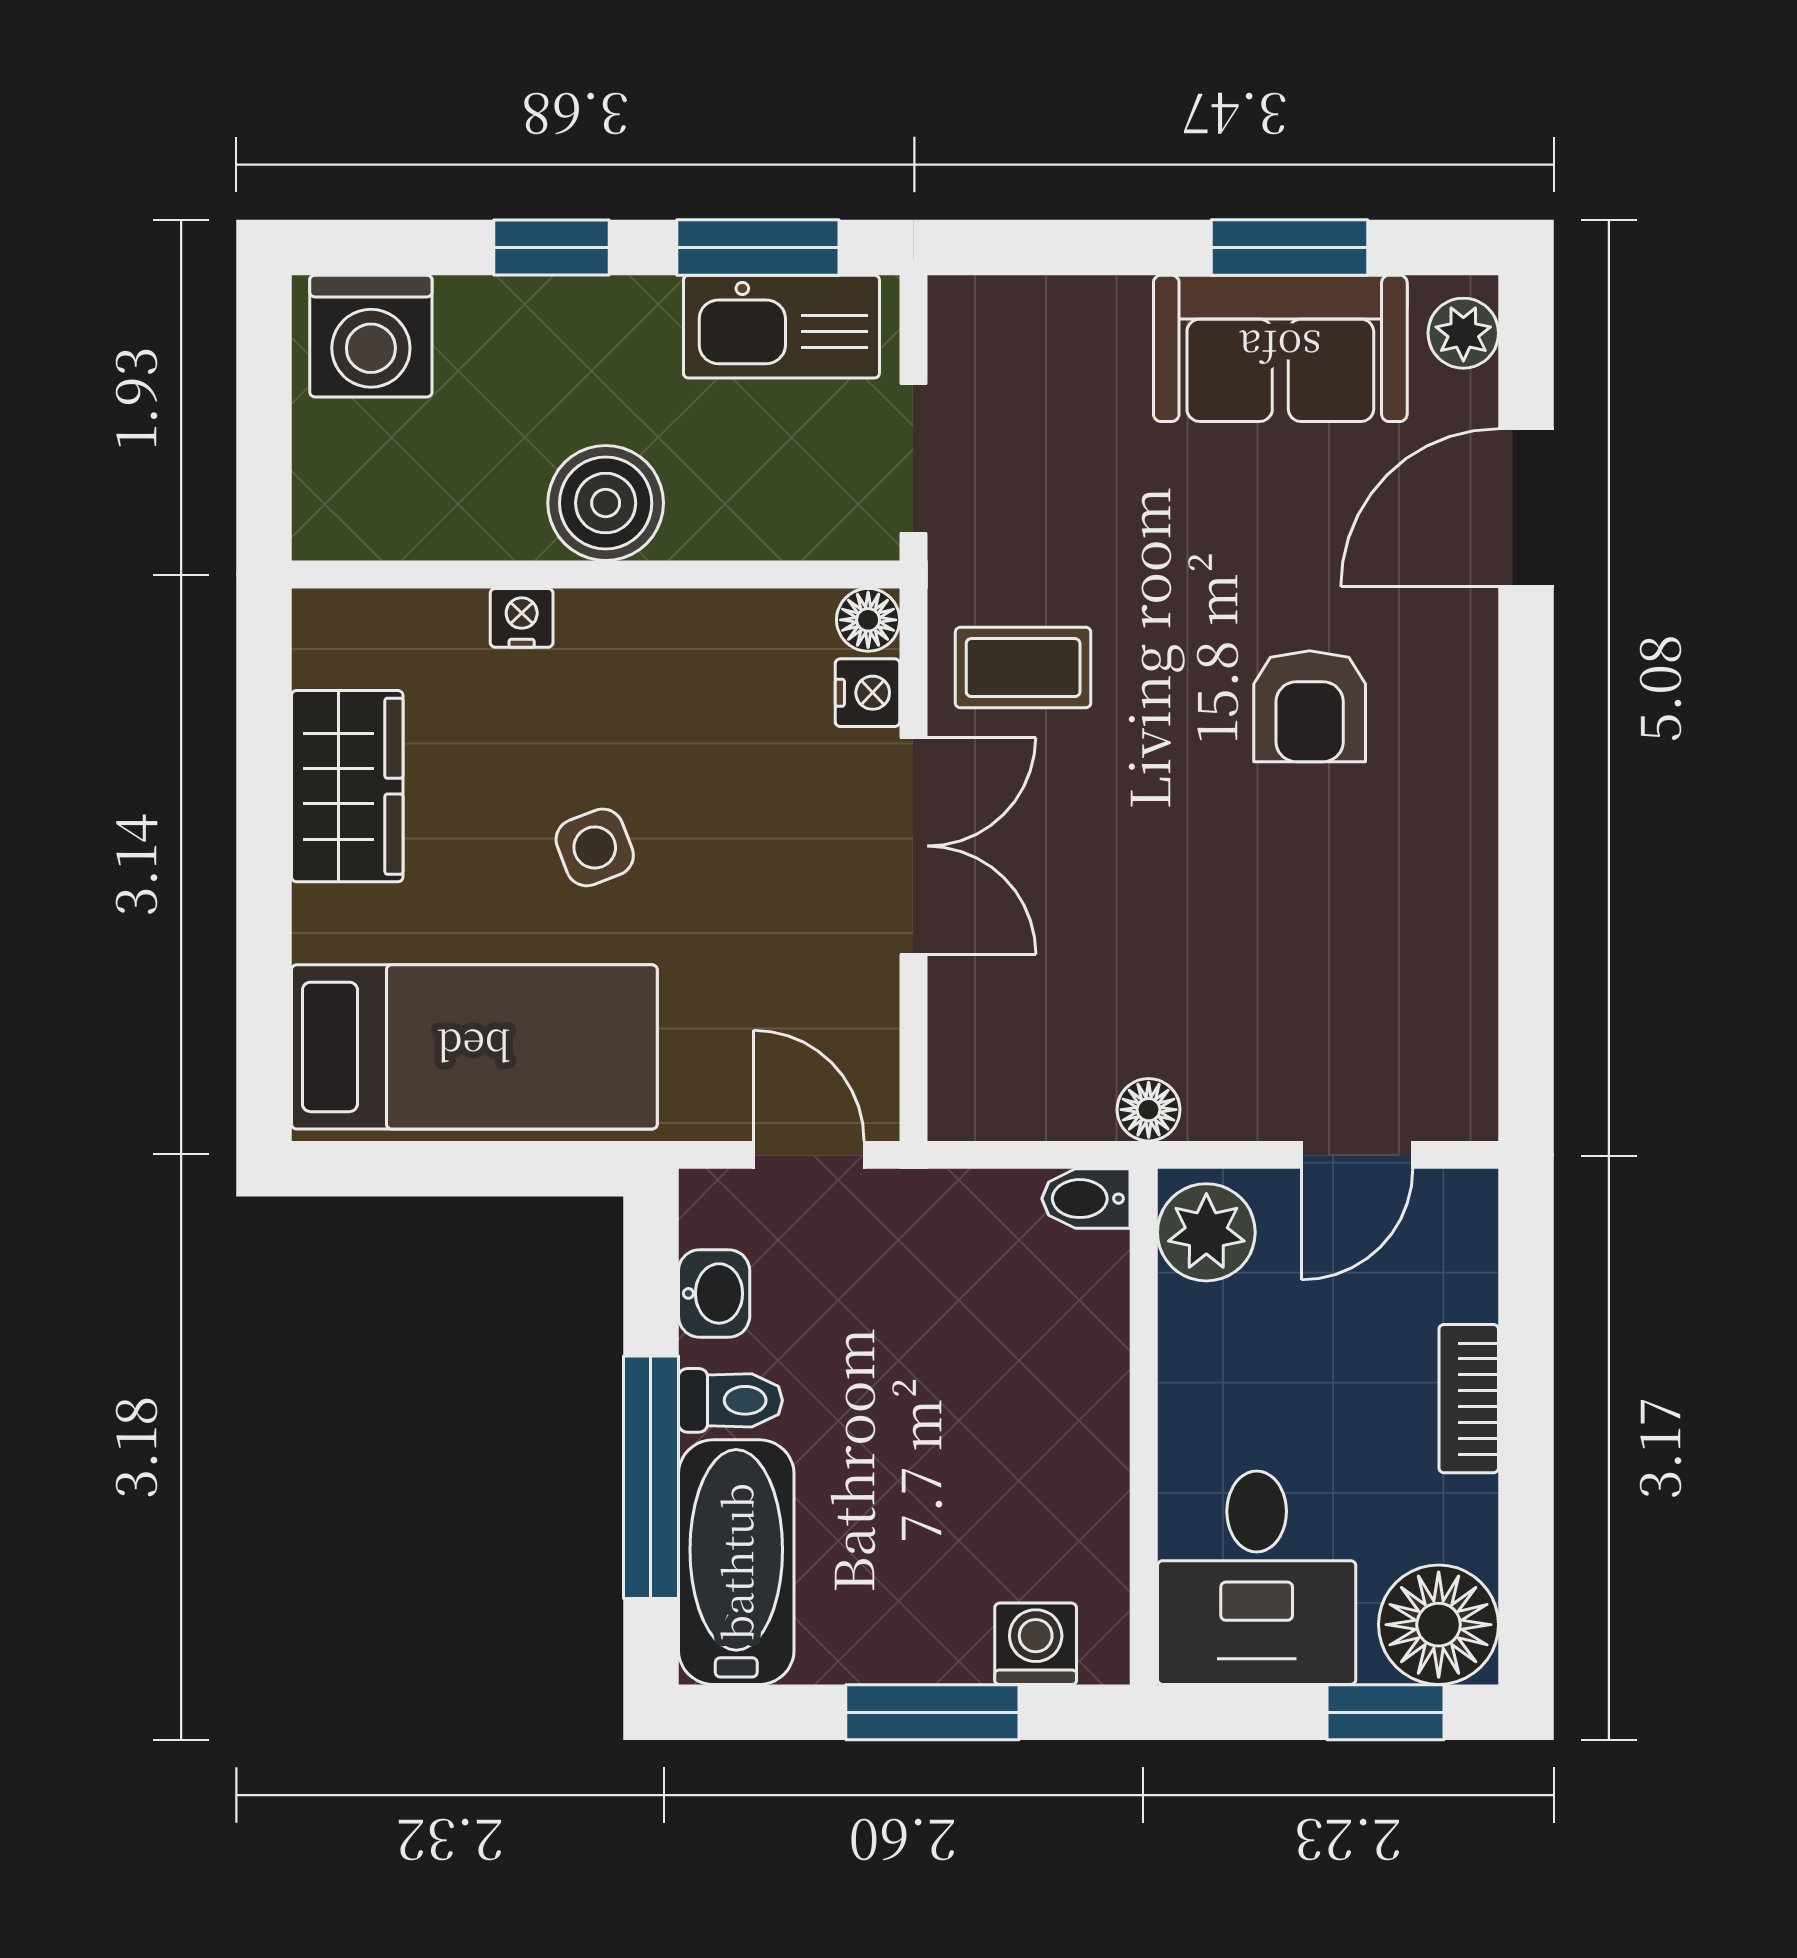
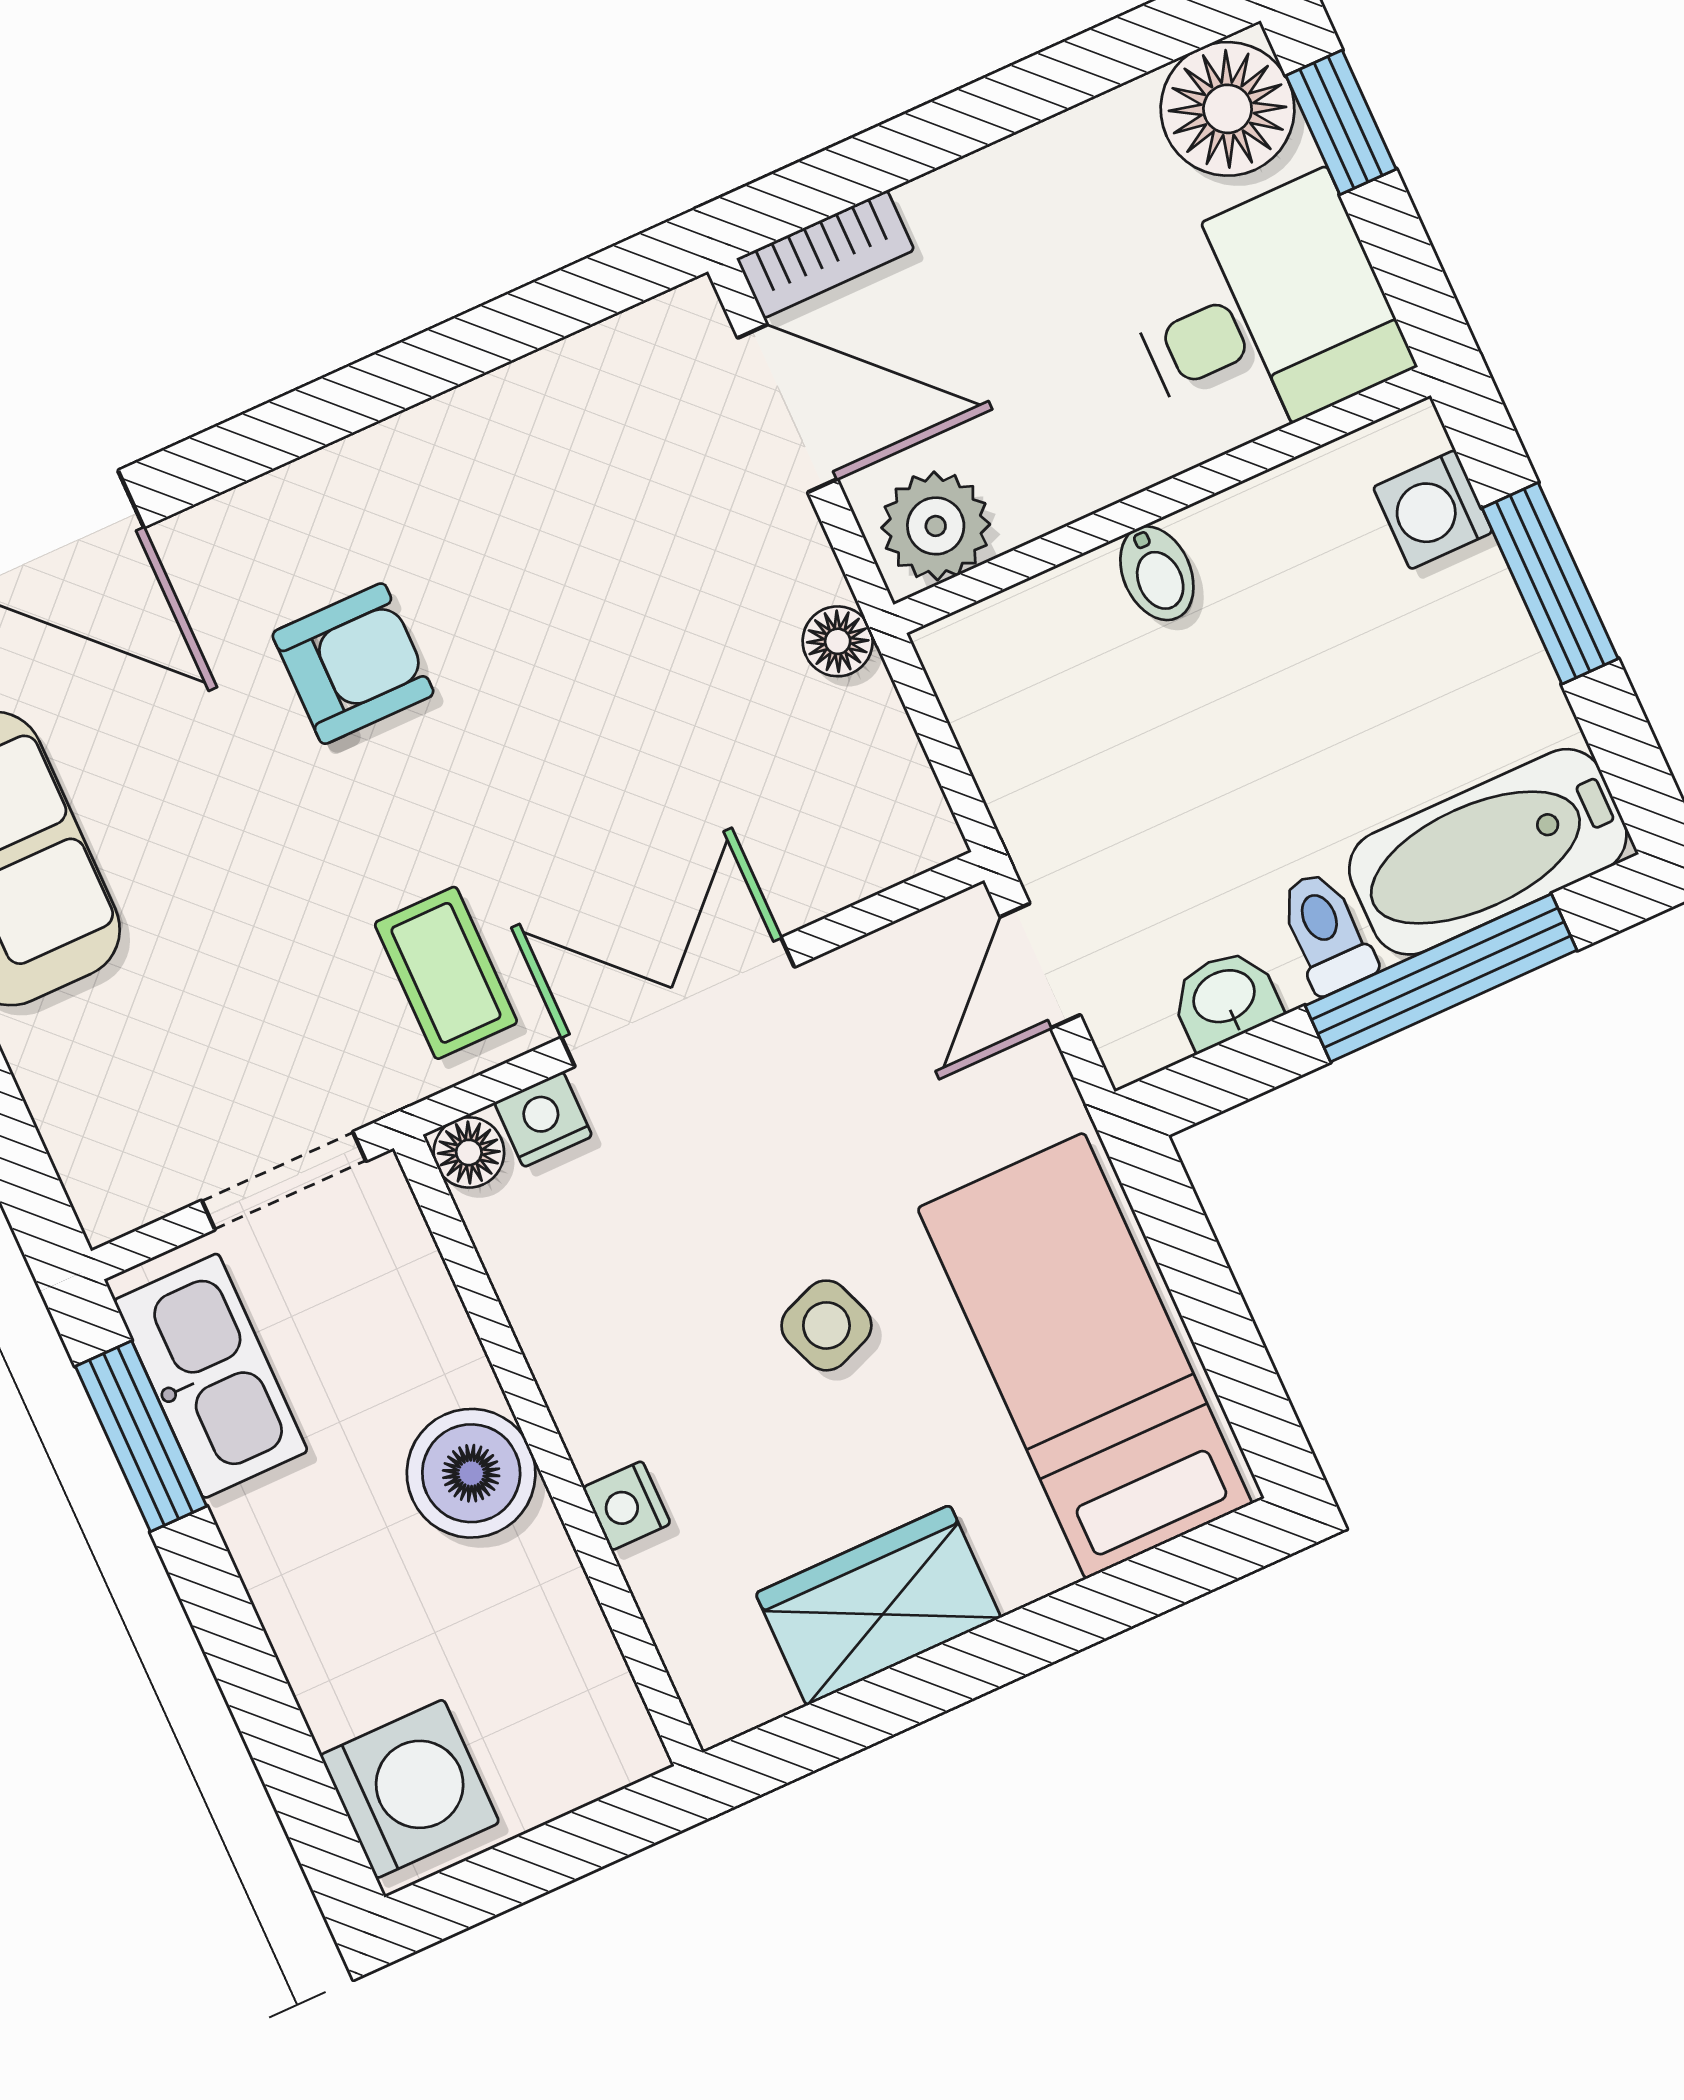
window: (551, 247) -> (236, 1646), removed
door: (1357, 1155) -> (787, 408), width x1.38
bidet: (1086, 1199) -> (1157, 573), moved
bookcase: (1469, 1399) -> (825, 254), moved

